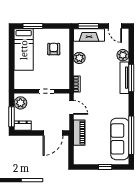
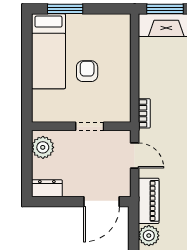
armchair: (54, 49) -> (87, 71), moved
plant: (79, 58) -> (149, 236), moved
window: (12, 117) -> (27, 172), removed

